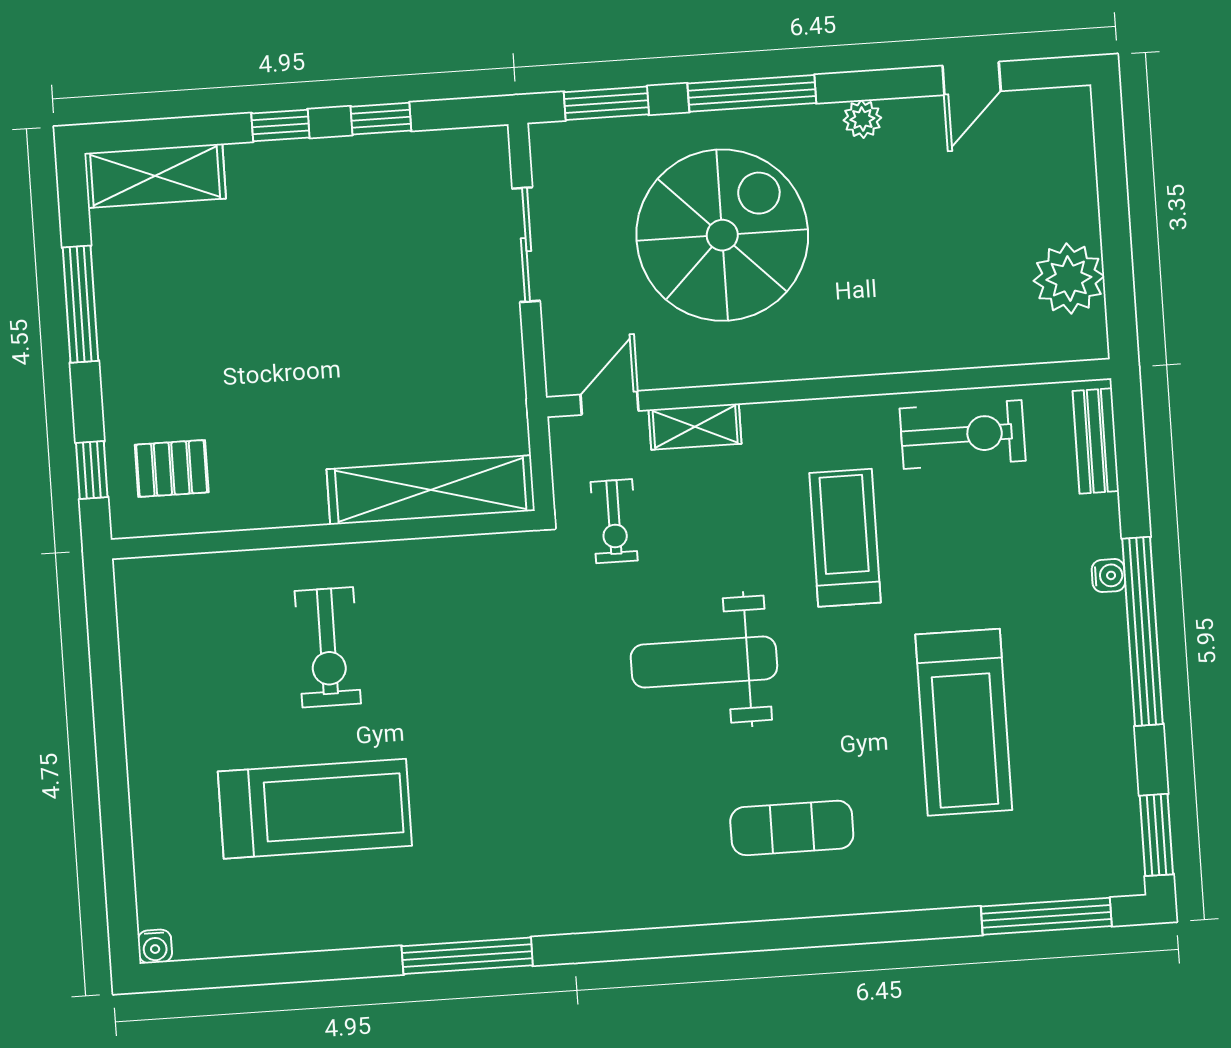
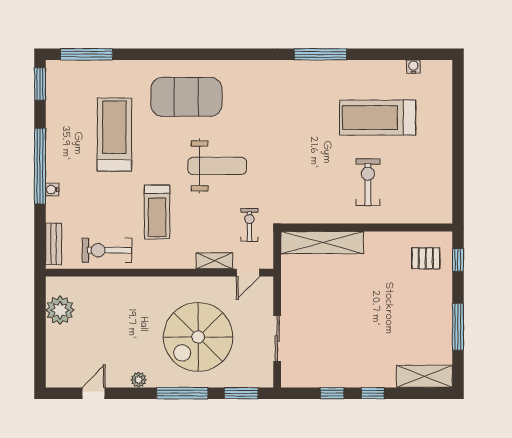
exercise mat: (792, 828) -> (186, 97), width x2.00, depth x1.45
water cooler: (155, 946) -> (413, 67), moved

